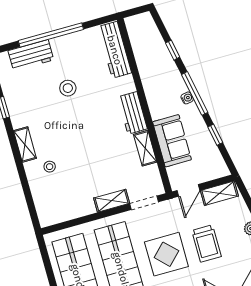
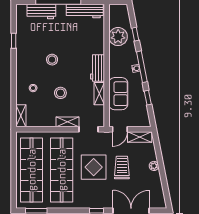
workbench: (115, 50) -> (85, 11), moved, turned -90
plant: (149, 60) -> (118, 37), added
stool: (68, 88) -> (52, 60), moved
shelving: (25, 145) -> (21, 116), moved
stool: (90, 163) -> (60, 93), added
trolley: (206, 243) -> (122, 167), turned 180

